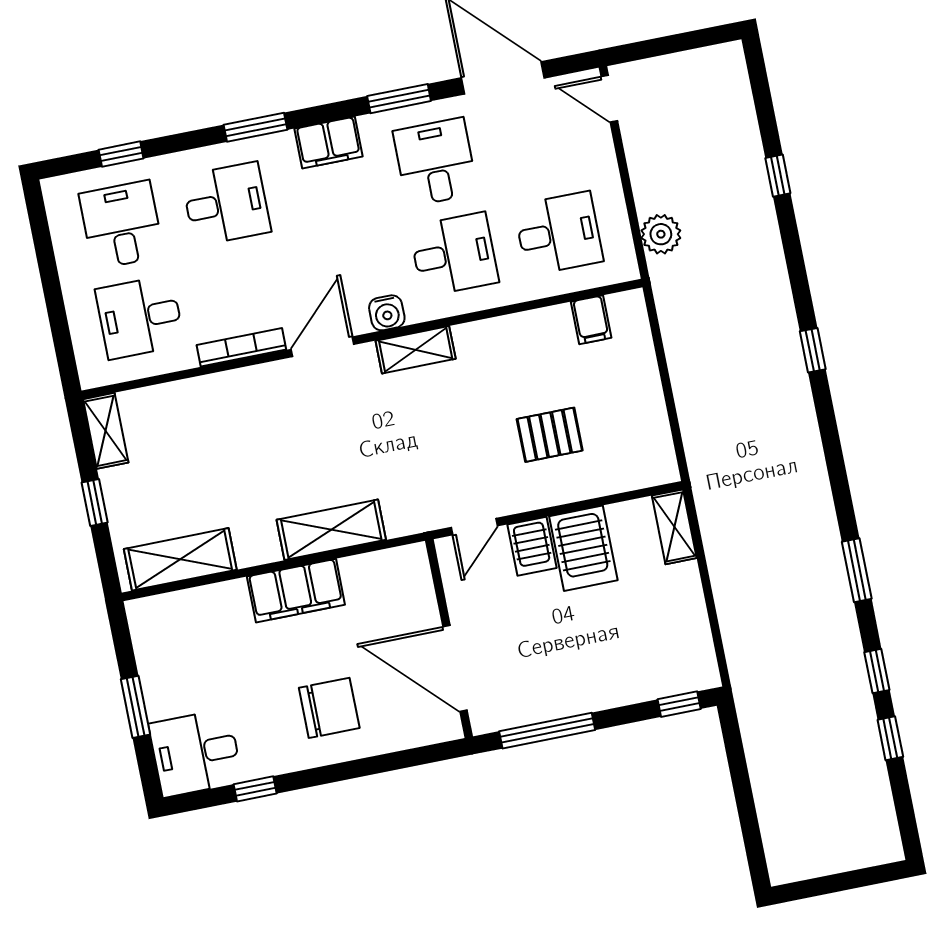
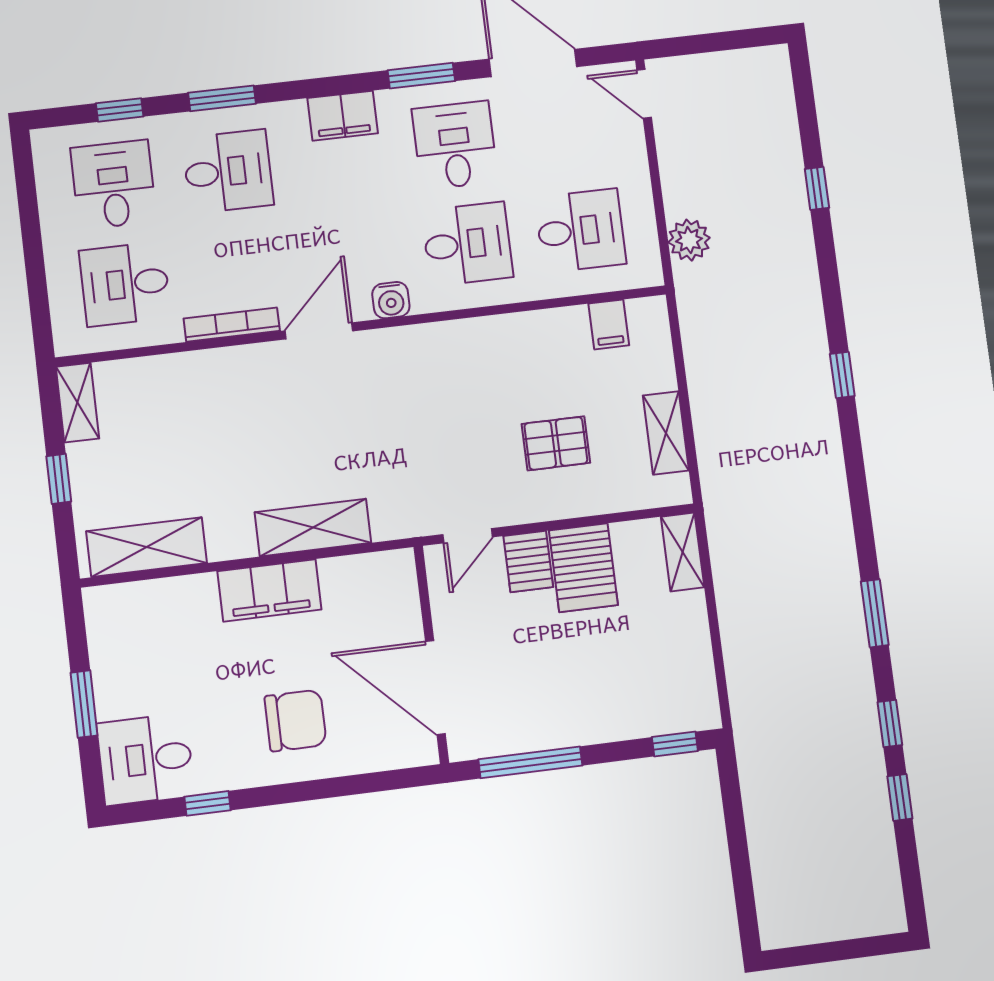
window: (255, 127) -> (222, 98), moved
shelving: (416, 350) -> (666, 433), moved, turned 90

